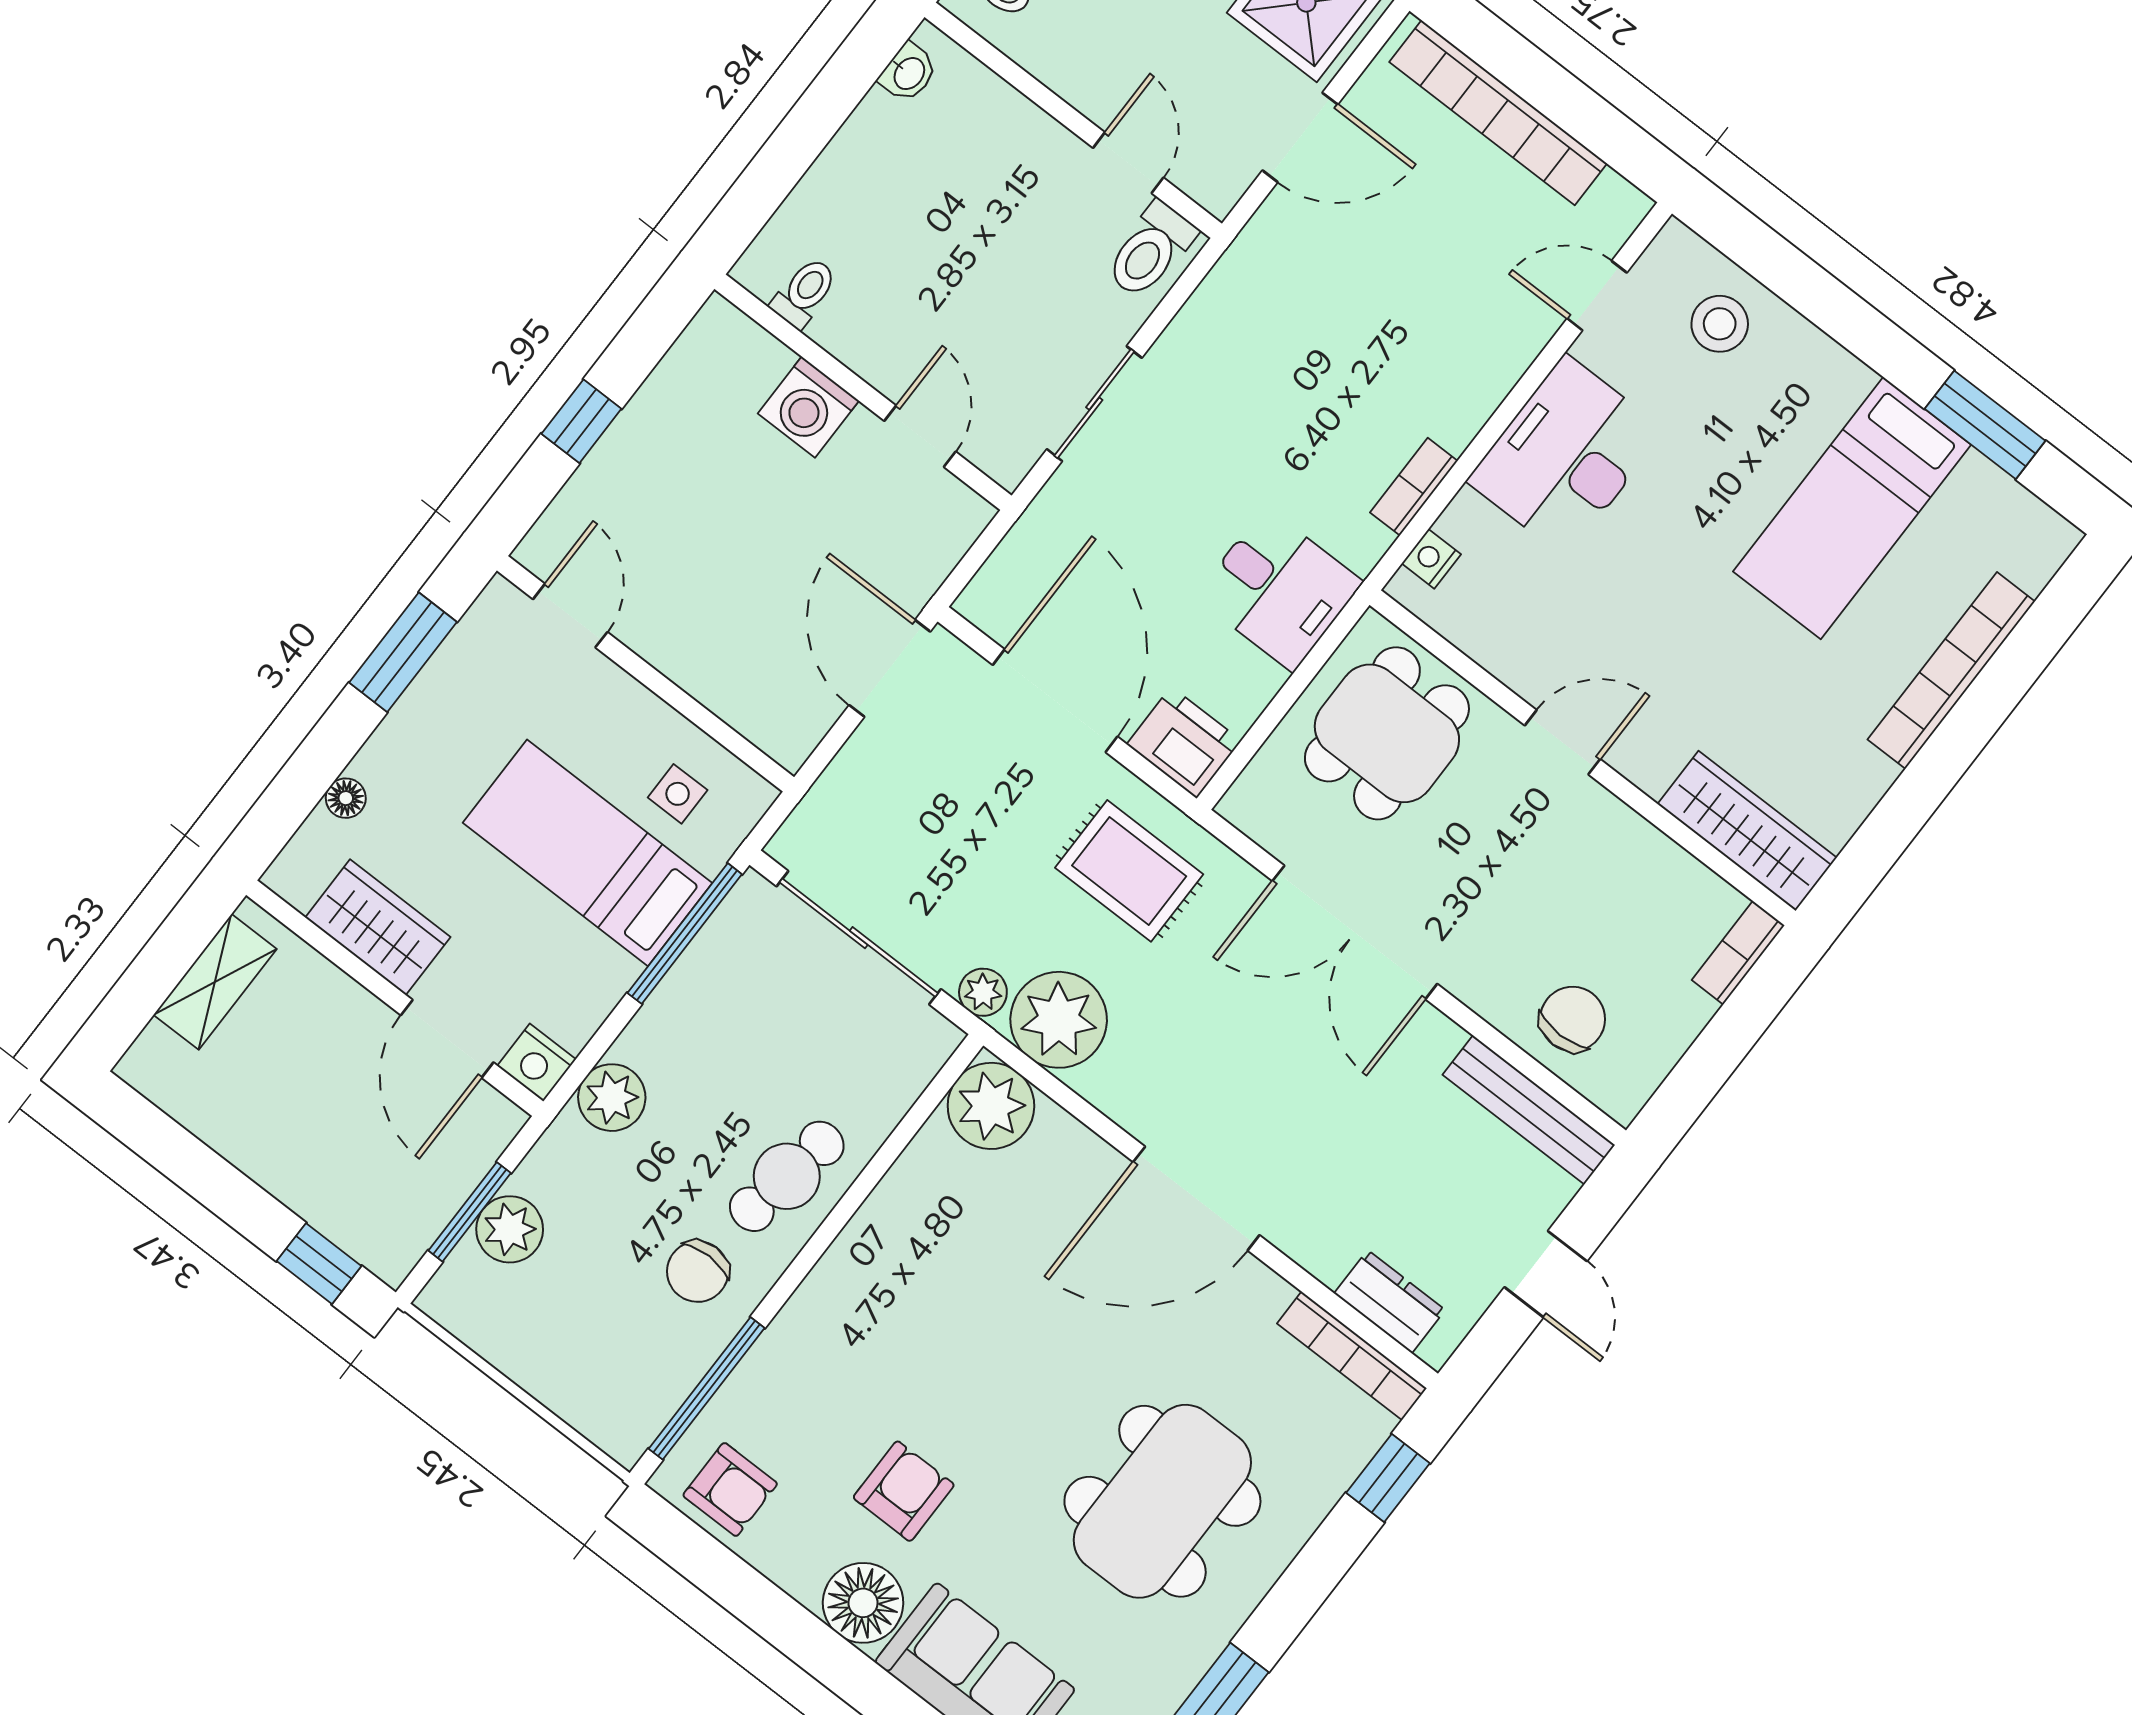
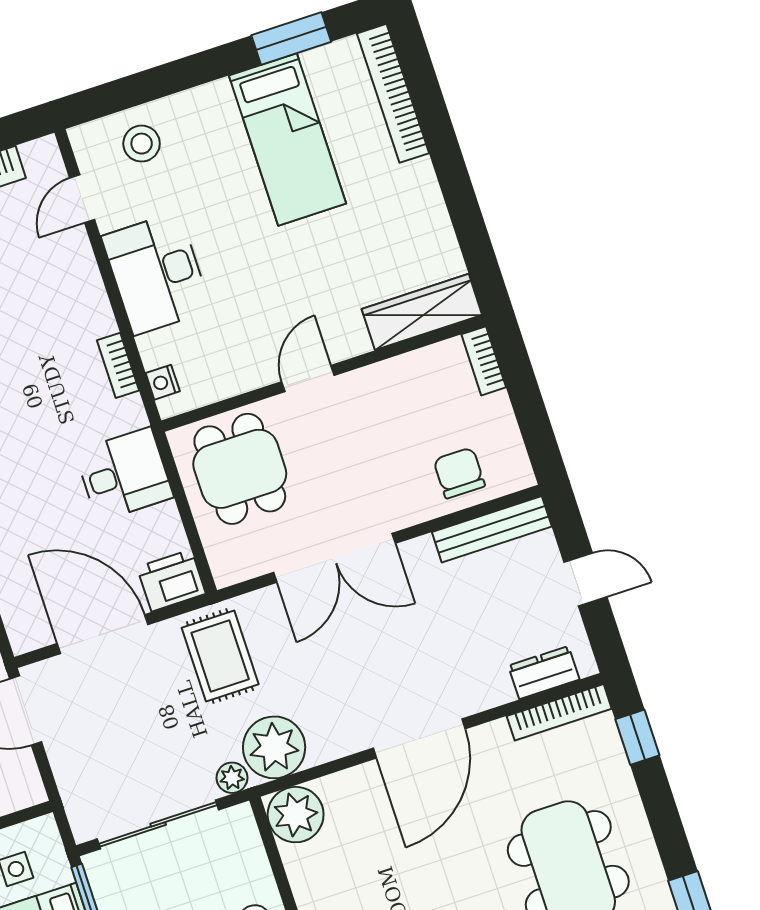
bookcase: (1951, 670) -> (393, 93), moved
rug: (1129, 871) -> (220, 656), turned 90

